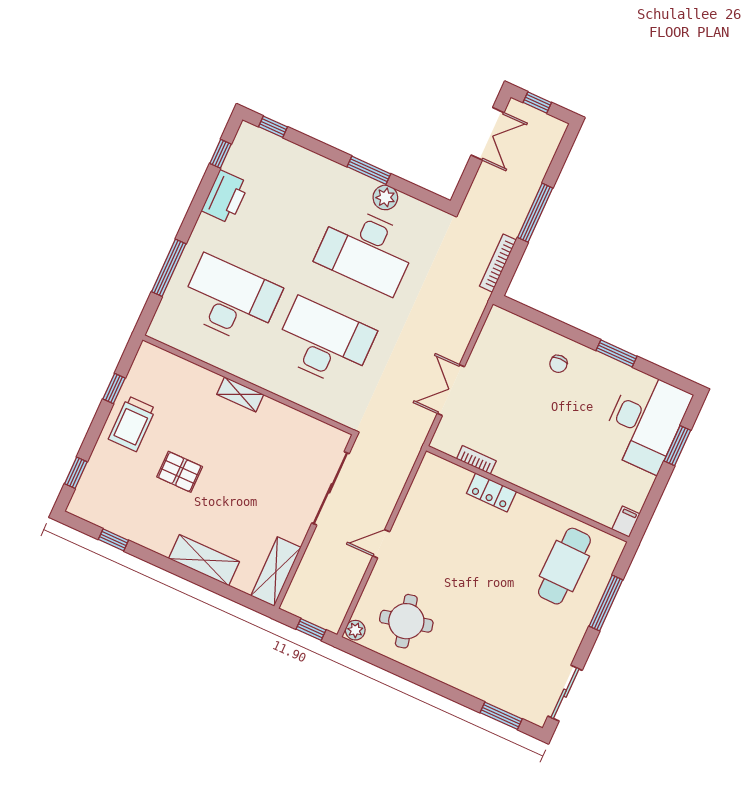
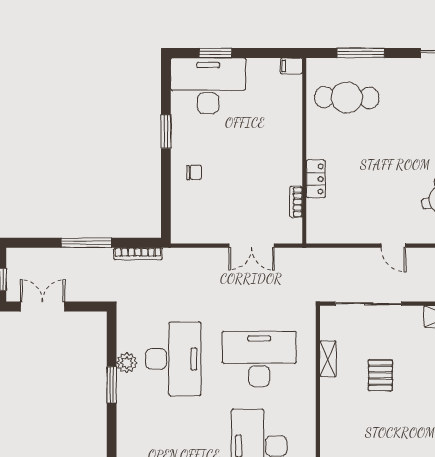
desk: (324, 343) -> (259, 359), turned 90
shelving: (240, 394) -> (328, 359), moved
pallet: (180, 472) -> (380, 375), moved

